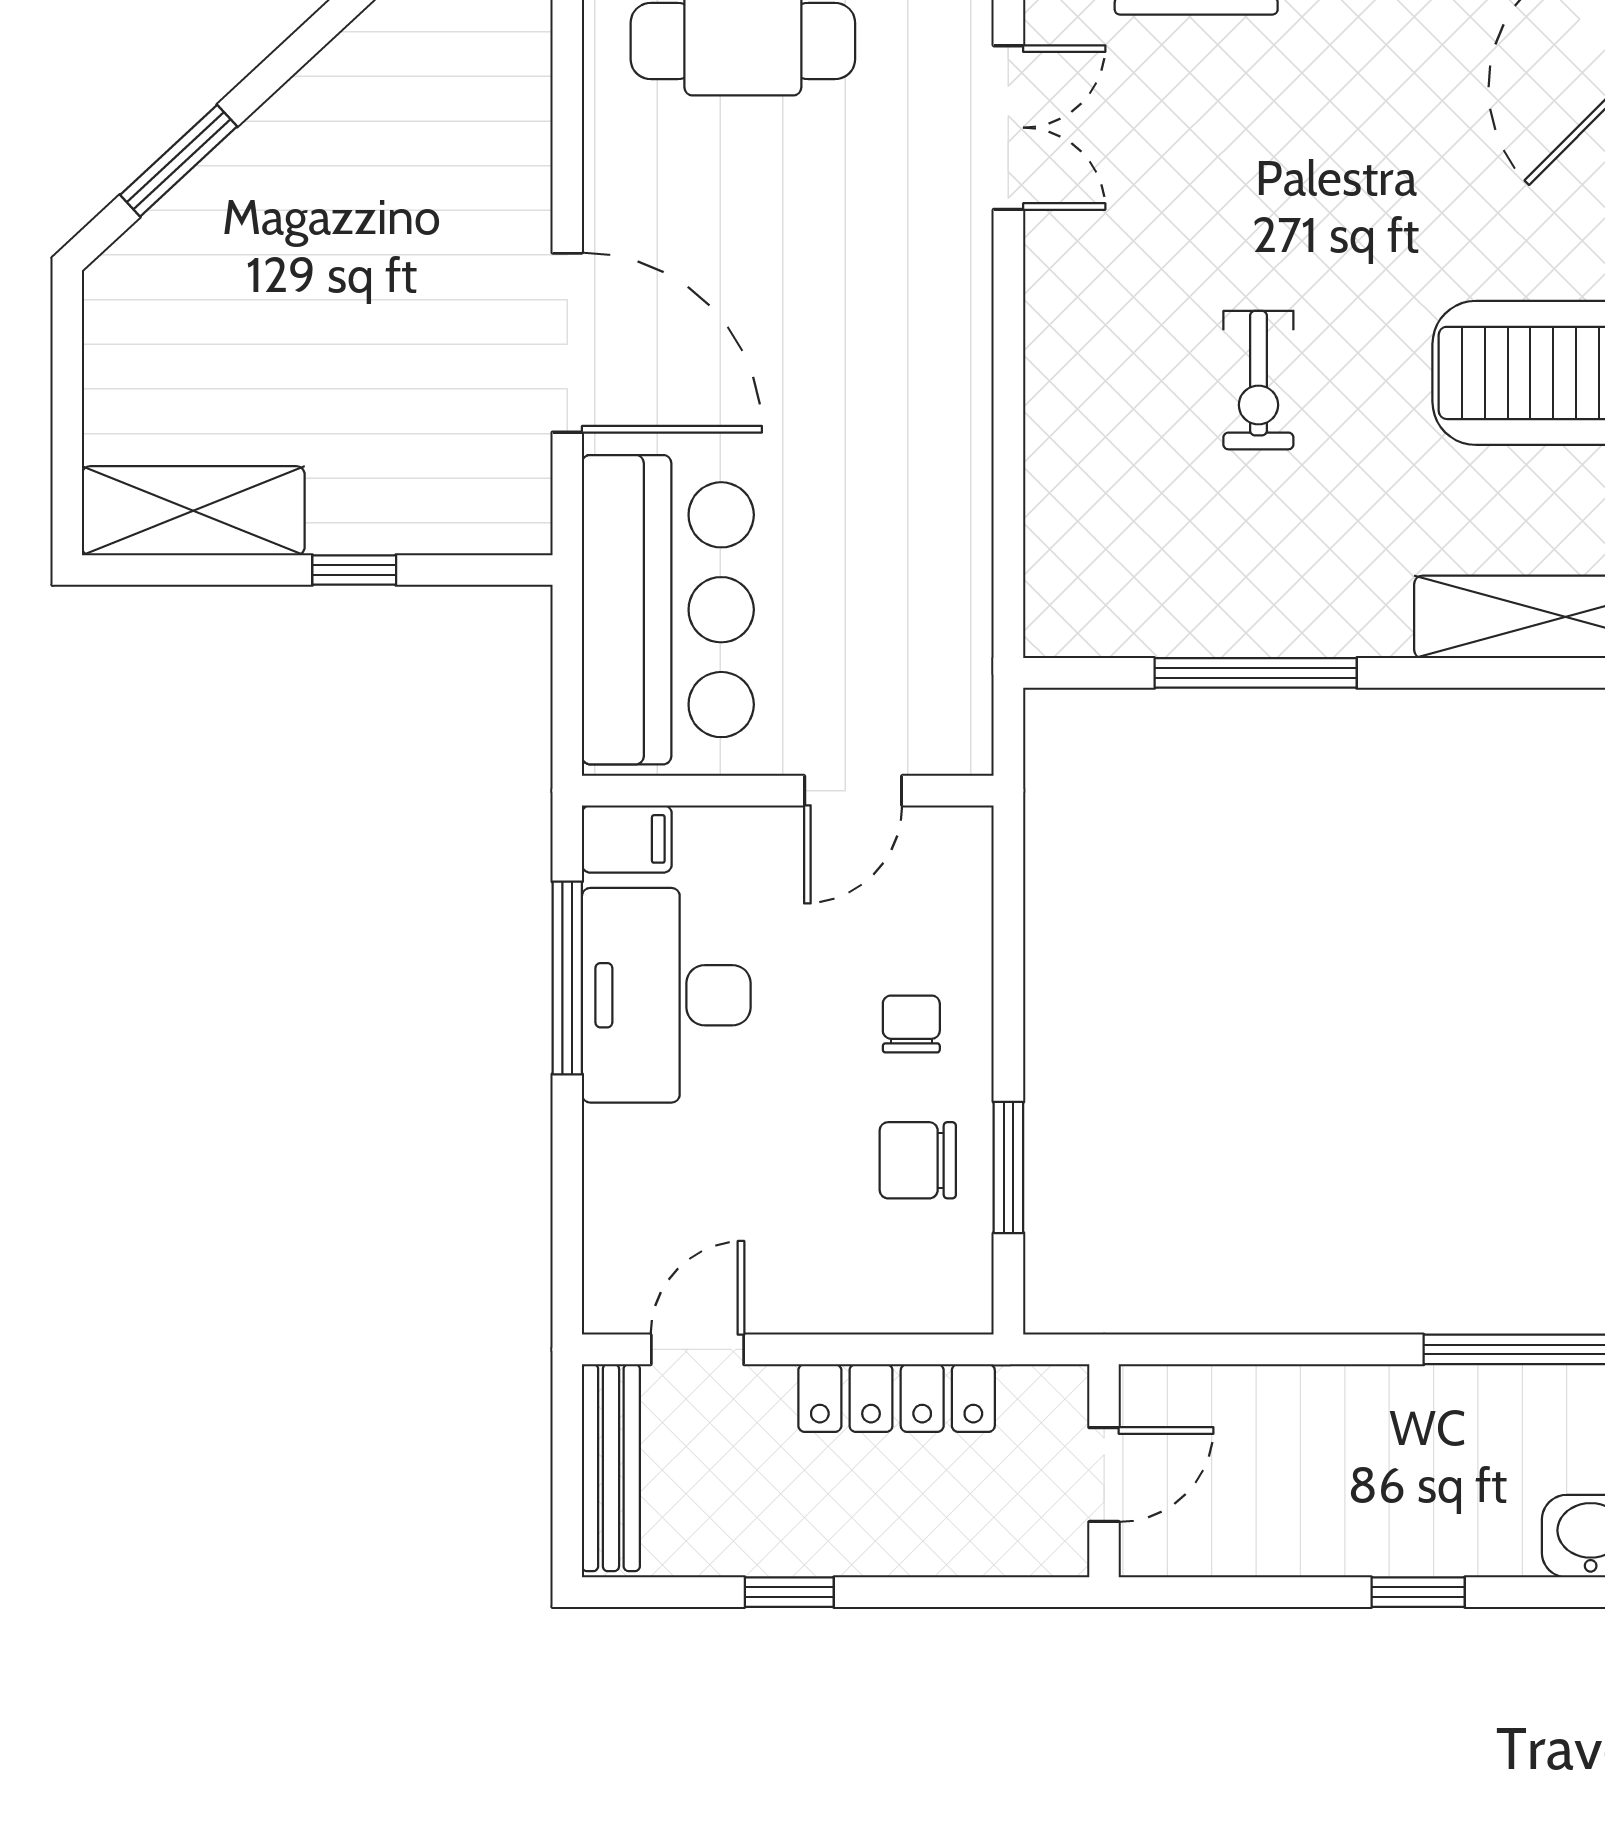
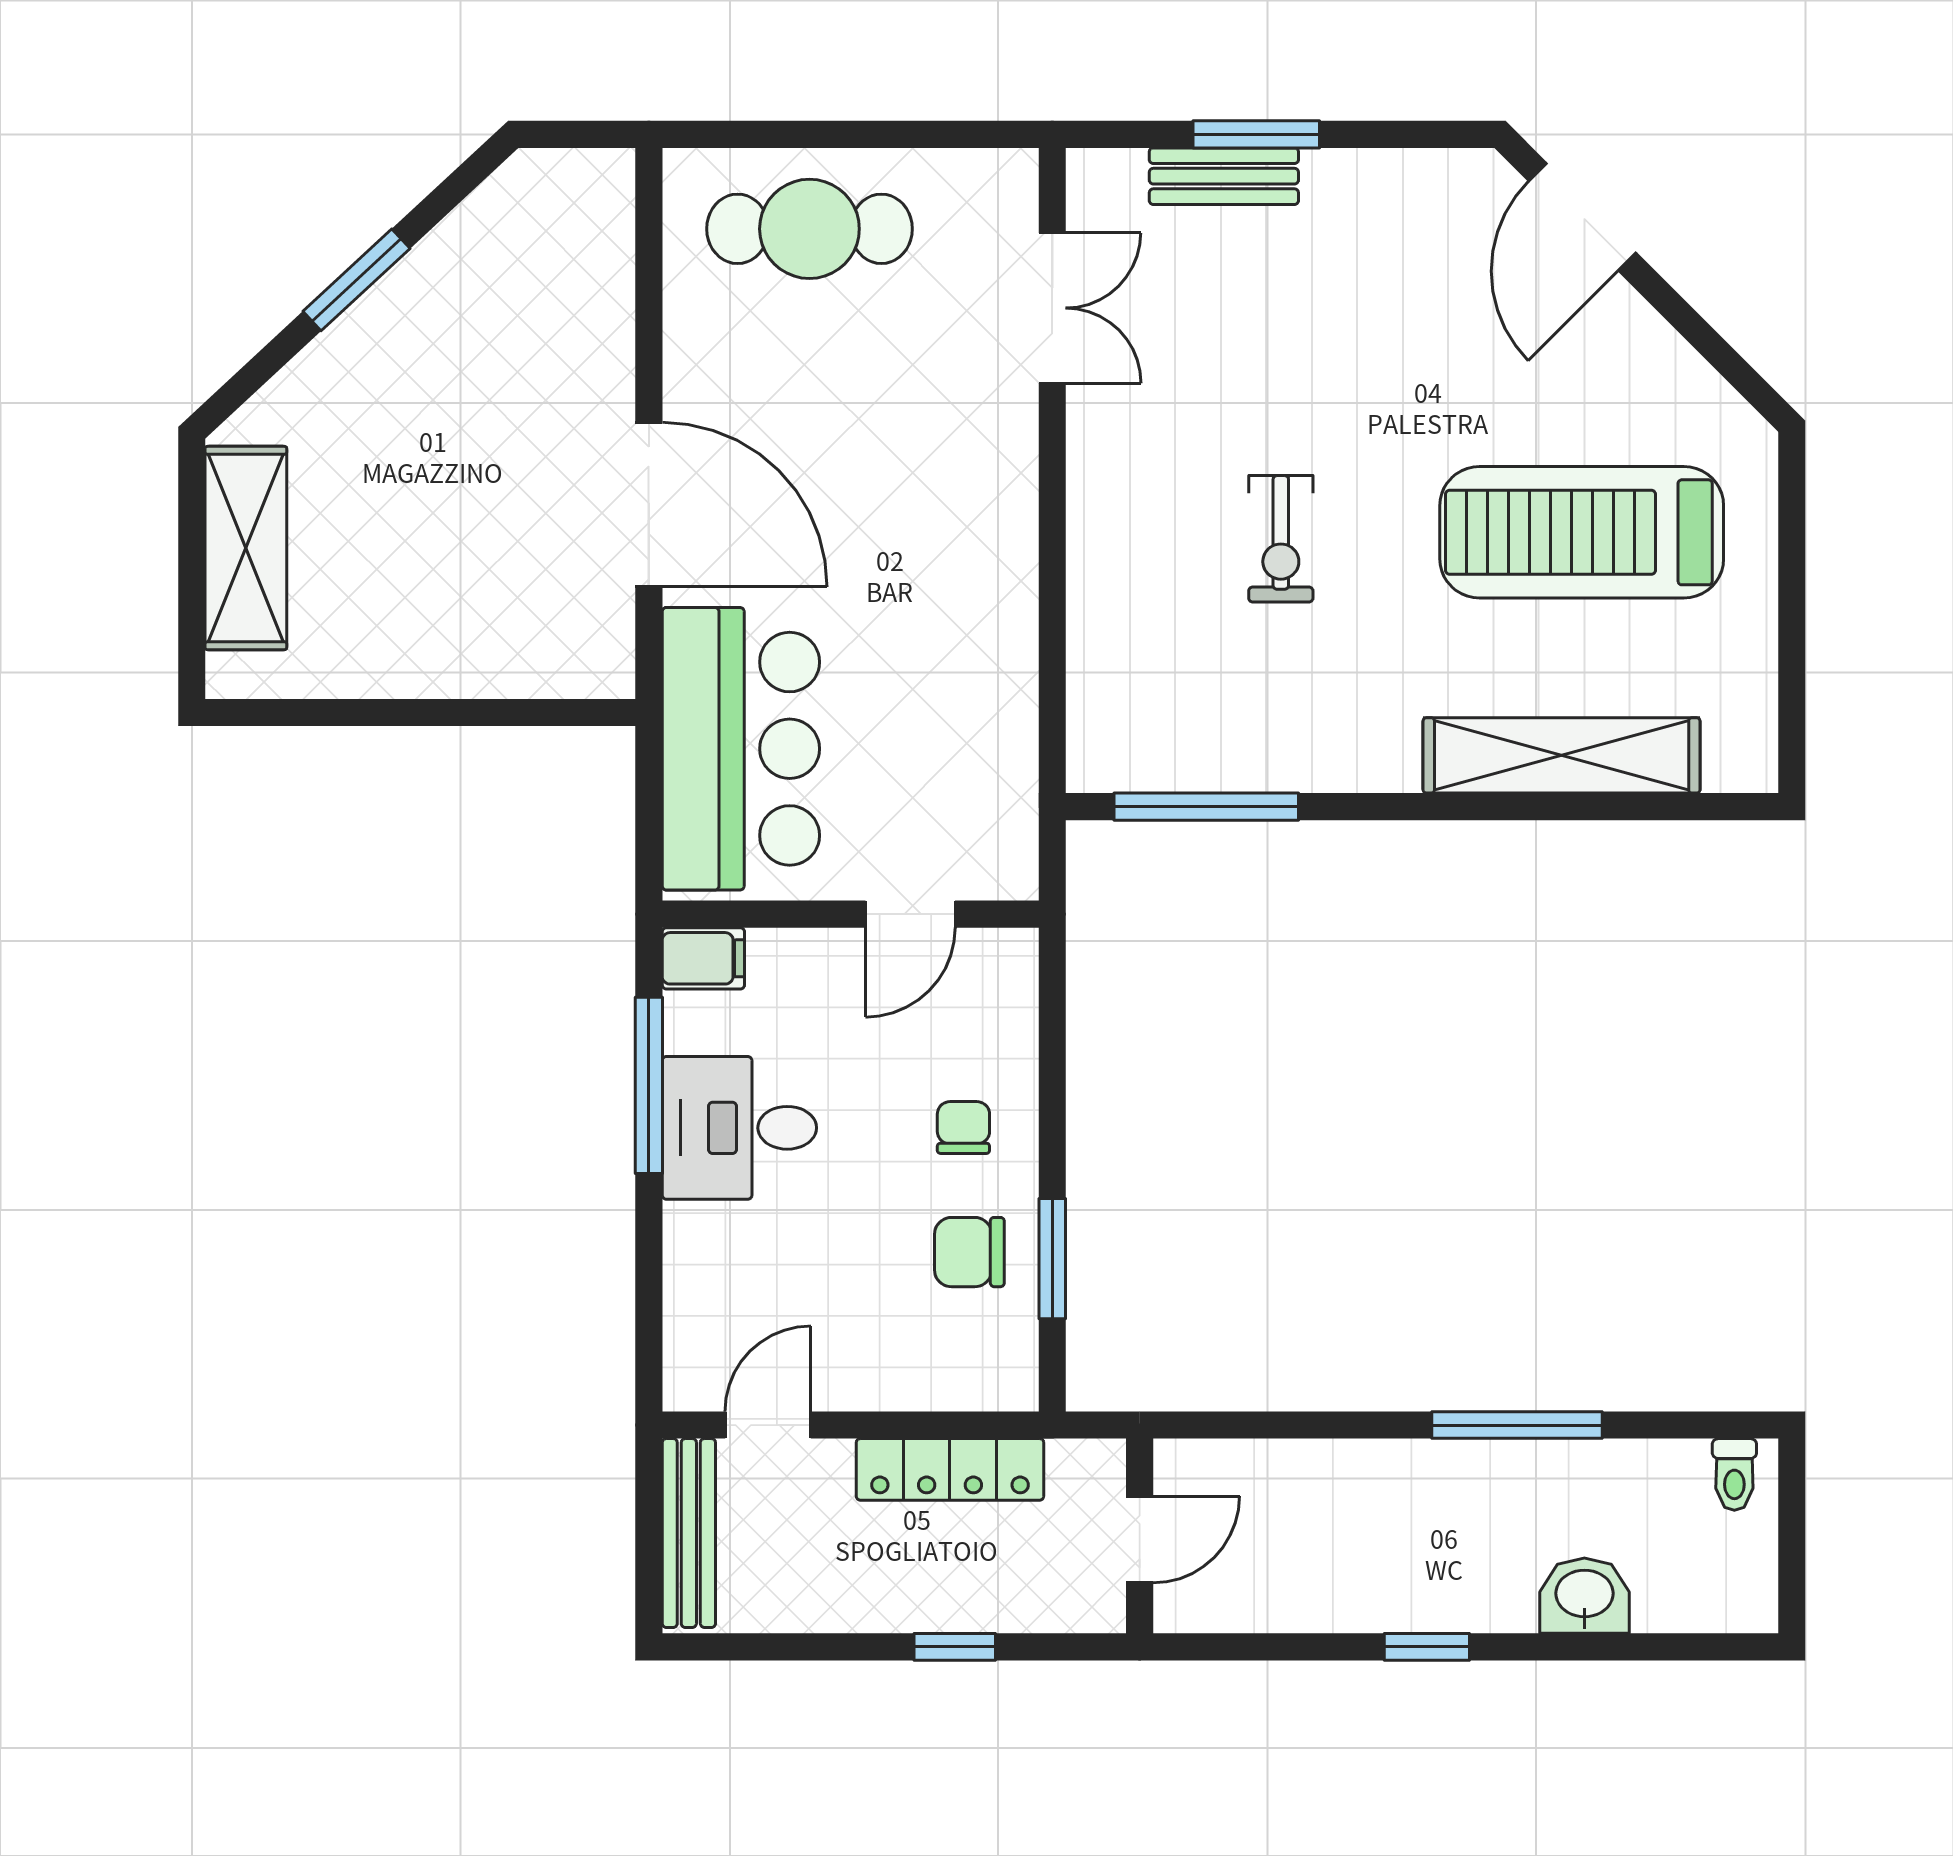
window: (179, 161) -> (356, 280), moved
shelving: (193, 511) -> (246, 548), moved, turned 90
window: (354, 570) -> (454, 712), removed
window: (1256, 673) -> (1206, 807), moved
desk: (666, 995) -> (739, 1128), width x0.73
window: (789, 1592) -> (955, 1647), moved

